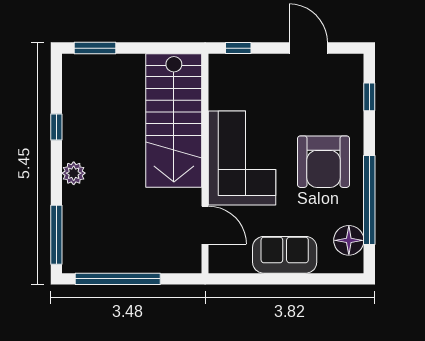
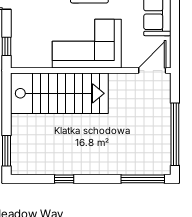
plant: (74, 173) -> (98, 166), removed
door: (205, 225) -> (152, 71), moved

